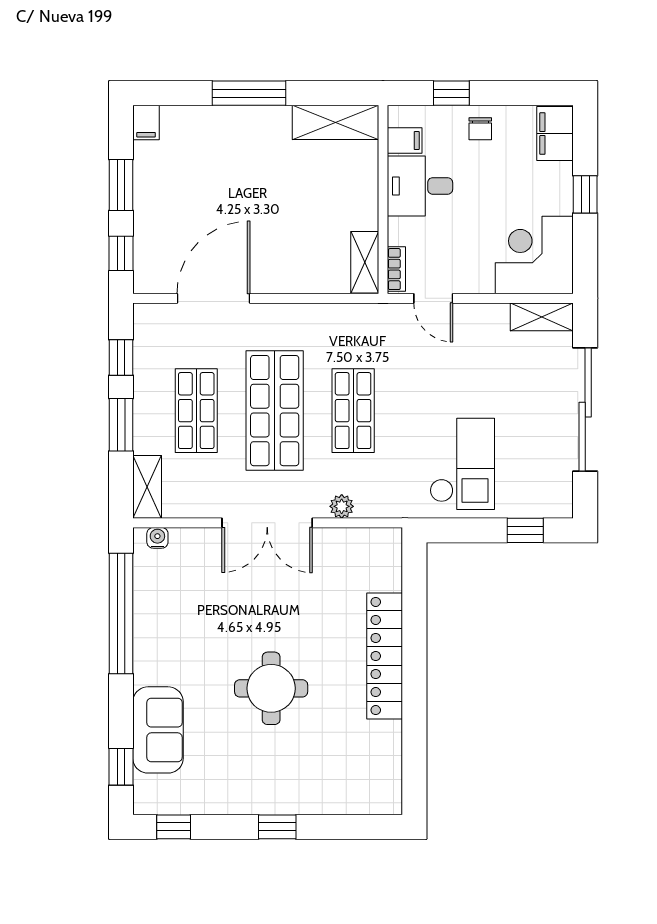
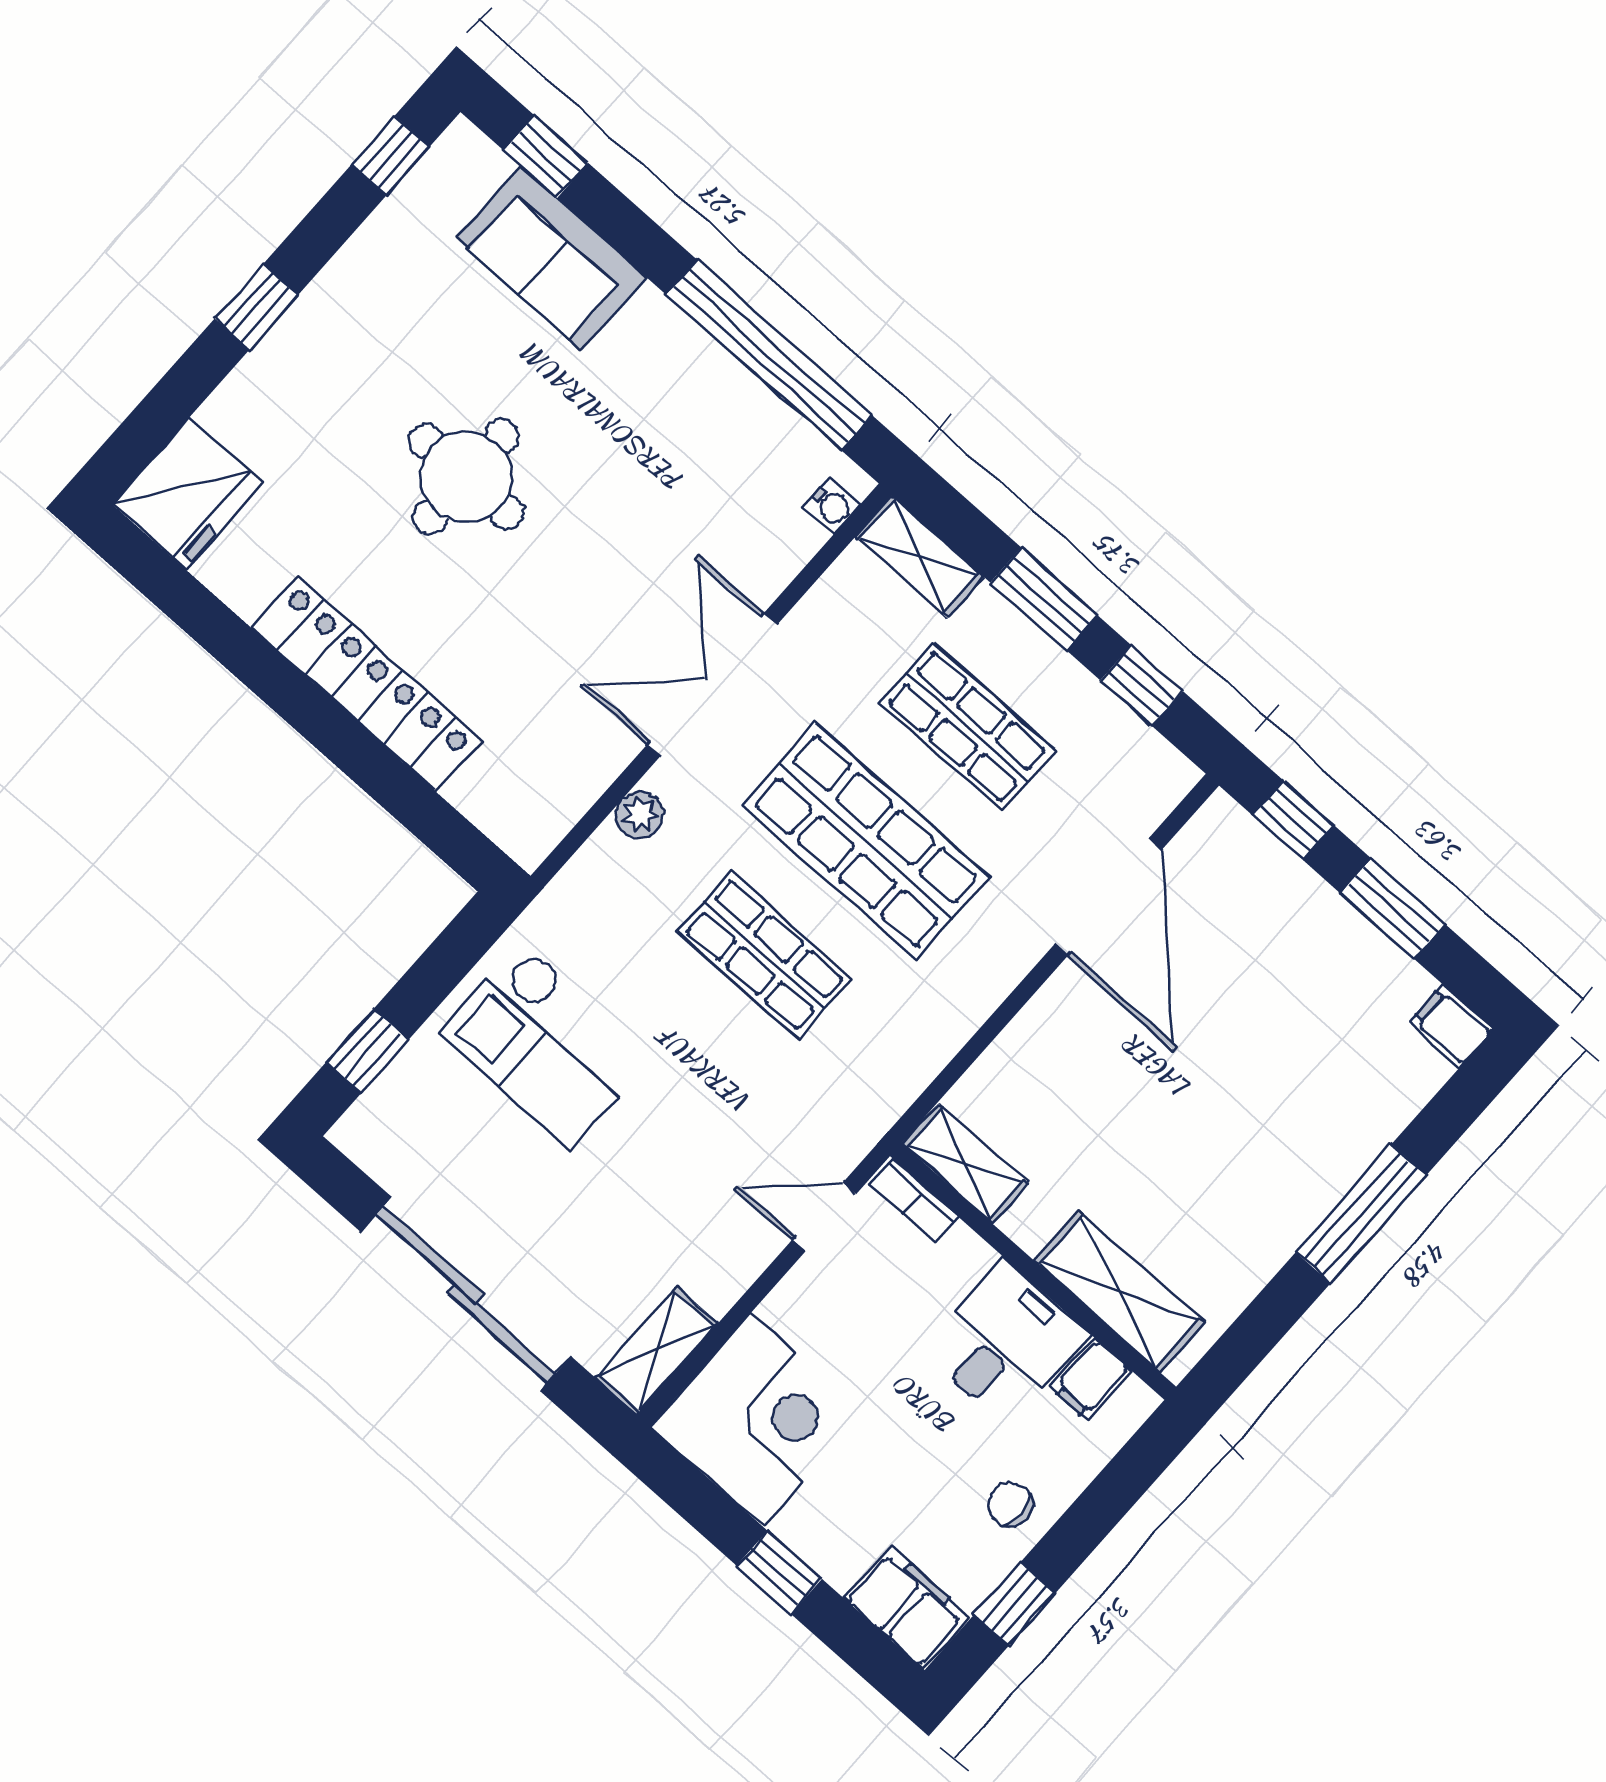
window: (451, 93) -> (1014, 1604), moved
shelving: (335, 122) -> (1119, 1291), moved, turned 90
fridge: (372, 790) -> (188, 493), added

